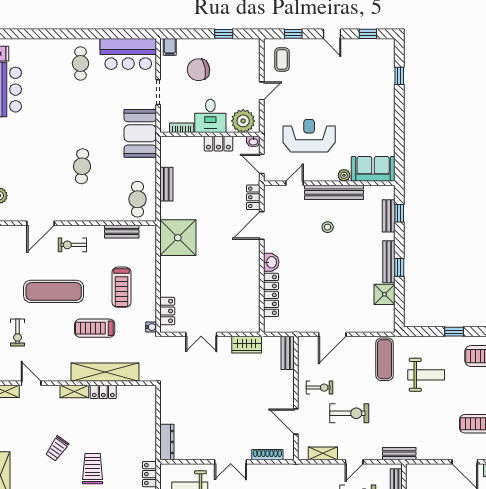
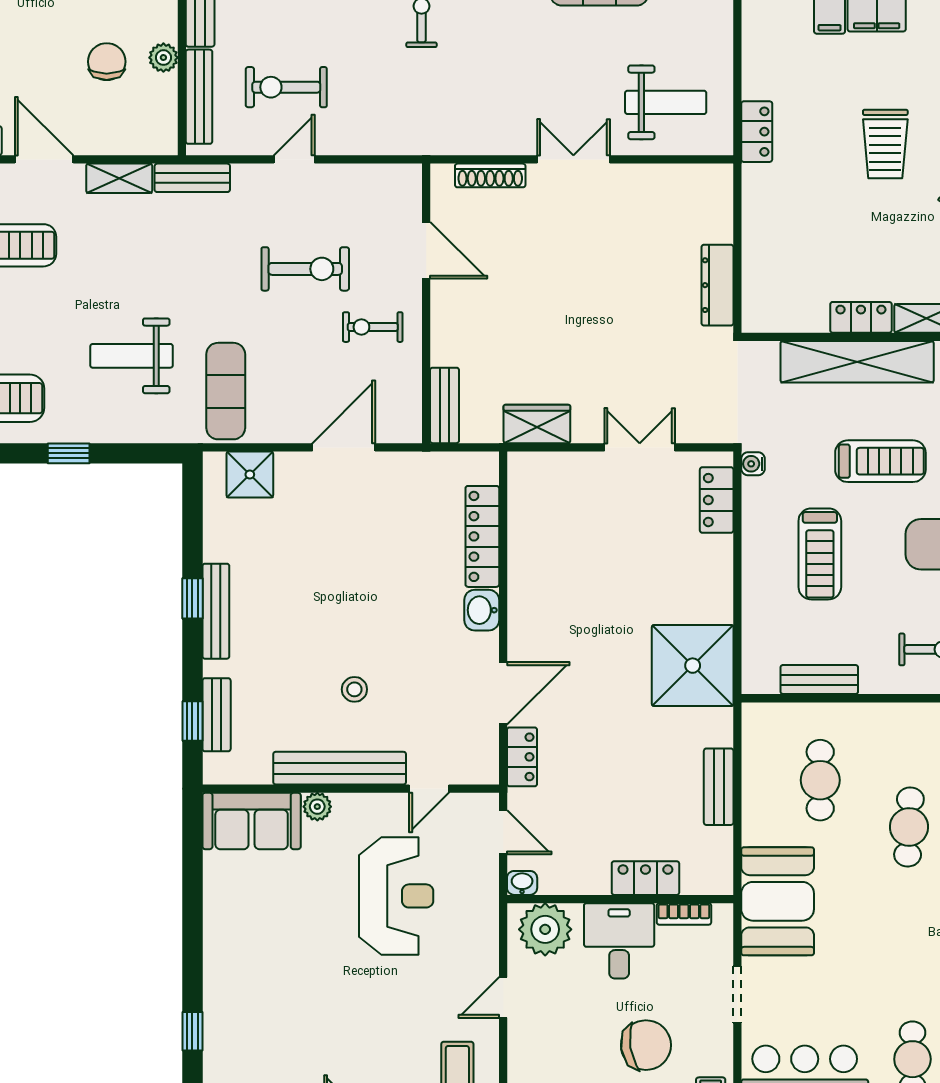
reception desk: (309, 136) -> (396, 896), turned -90
locker: (218, 144) -> (645, 878), moved
cafe table: (137, 199) -> (820, 780), moved
treadmill: (121, 287) -> (820, 554), turned 180
shower: (384, 294) -> (250, 474), moved
exercise bike: (349, 413) -> (305, 269), turned 180
dresser: (167, 442) -> (717, 285), moved
shelving: (323, 453) -> (119, 178), moved

